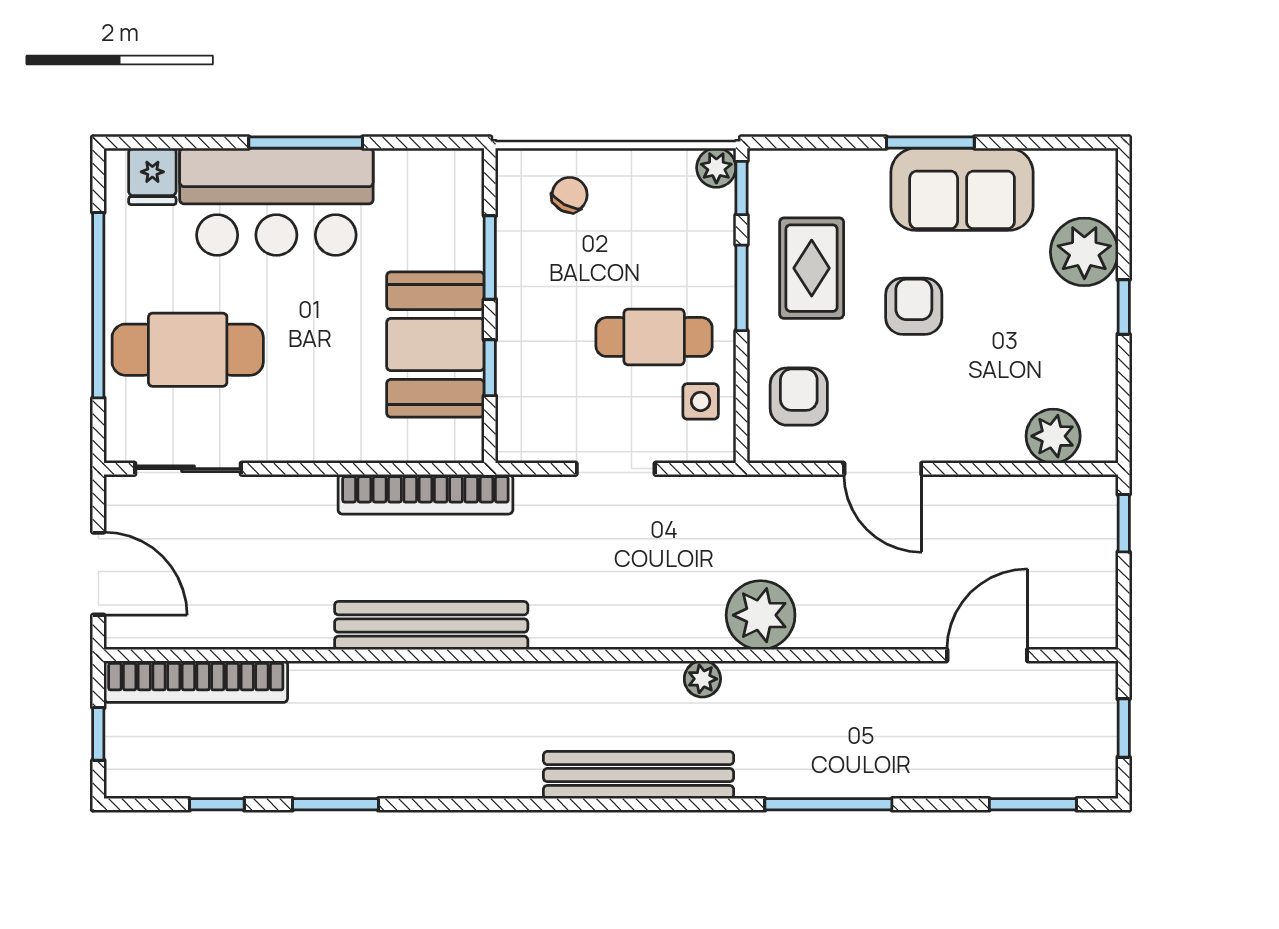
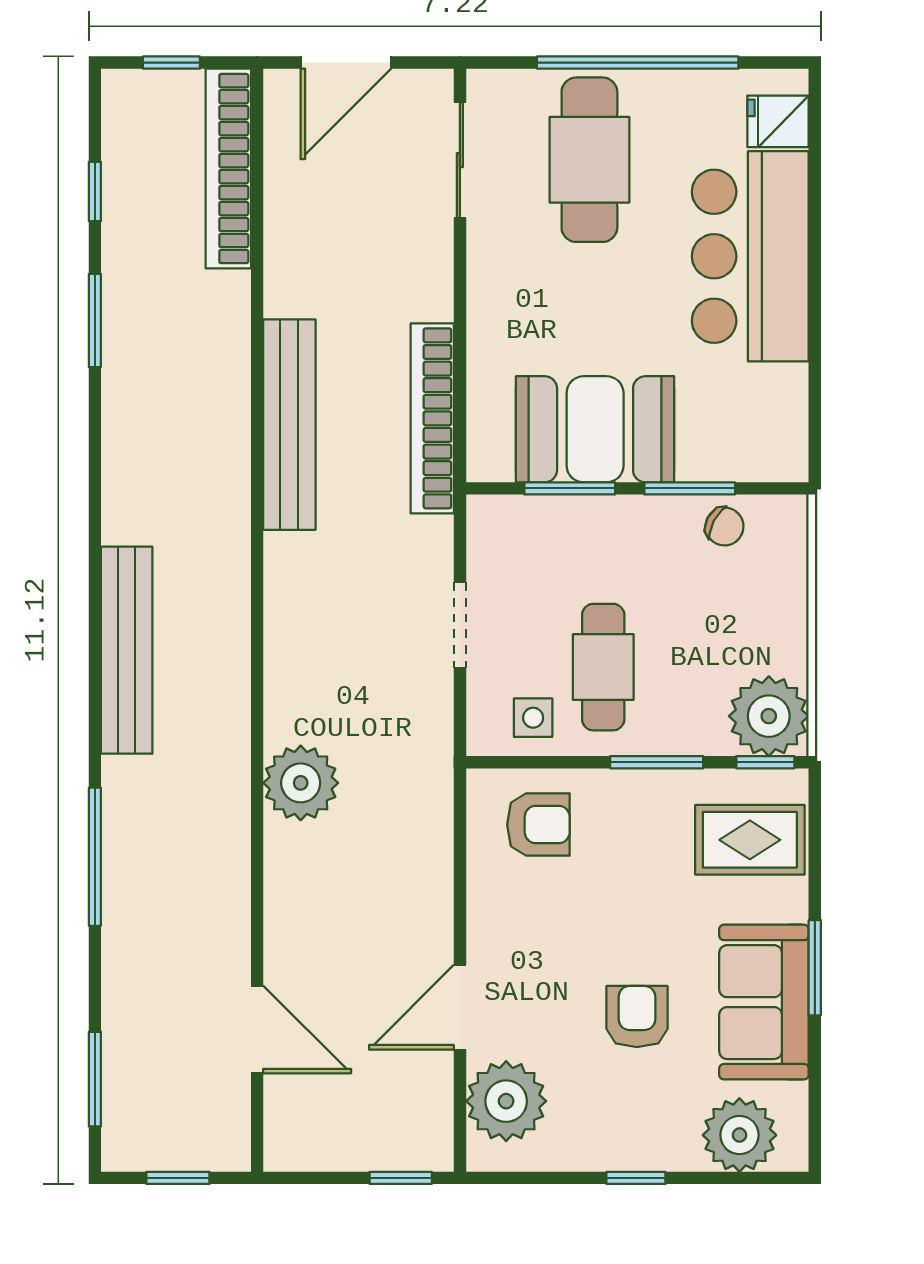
window: (306, 142) -> (815, 288), removed
plant: (716, 168) -> (769, 716), width x1.88, depth x1.88
chair: (570, 195) -> (724, 526), moved
plant: (1084, 252) -> (739, 1135), moved
rug: (812, 268) -> (750, 840), moved
armchair: (914, 306) -> (637, 1017), moved, turned -90
window: (490, 368) -> (570, 488), width x1.50
plant: (1053, 436) -> (506, 1101), width x1.36, depth x1.36
door: (883, 469) -> (460, 1007), moved
plant: (702, 679) -> (231, 720), removed

